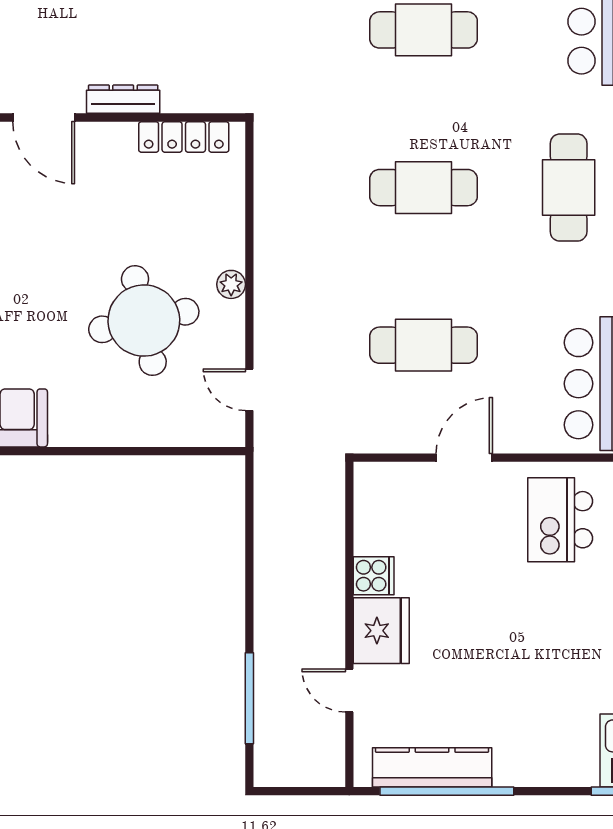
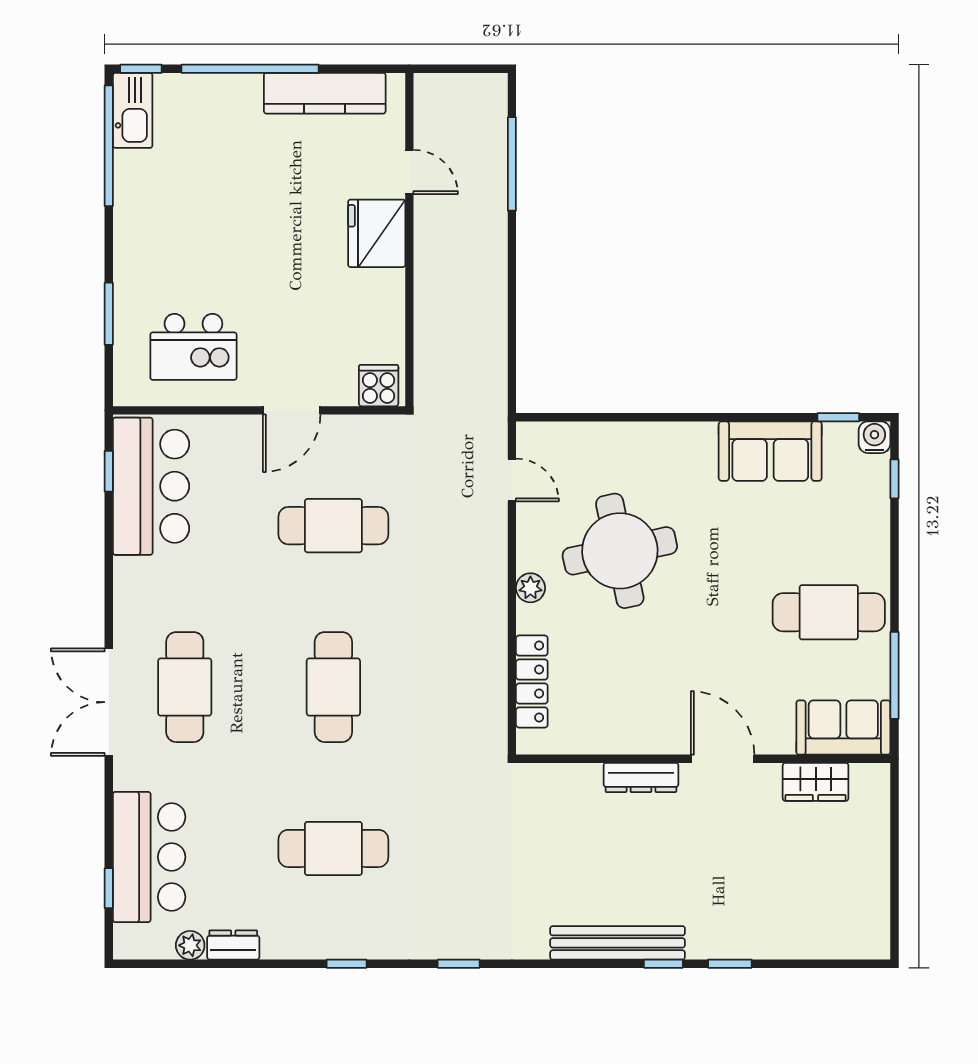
locker: (184, 137) -> (532, 682), moved, turned 90
cafe table: (424, 188) -> (333, 687), turned 90
kitchen island: (560, 520) -> (193, 347), turned 90
cooker: (374, 576) -> (379, 386), moved, turned 90
window: (447, 791) -> (250, 69), moved

